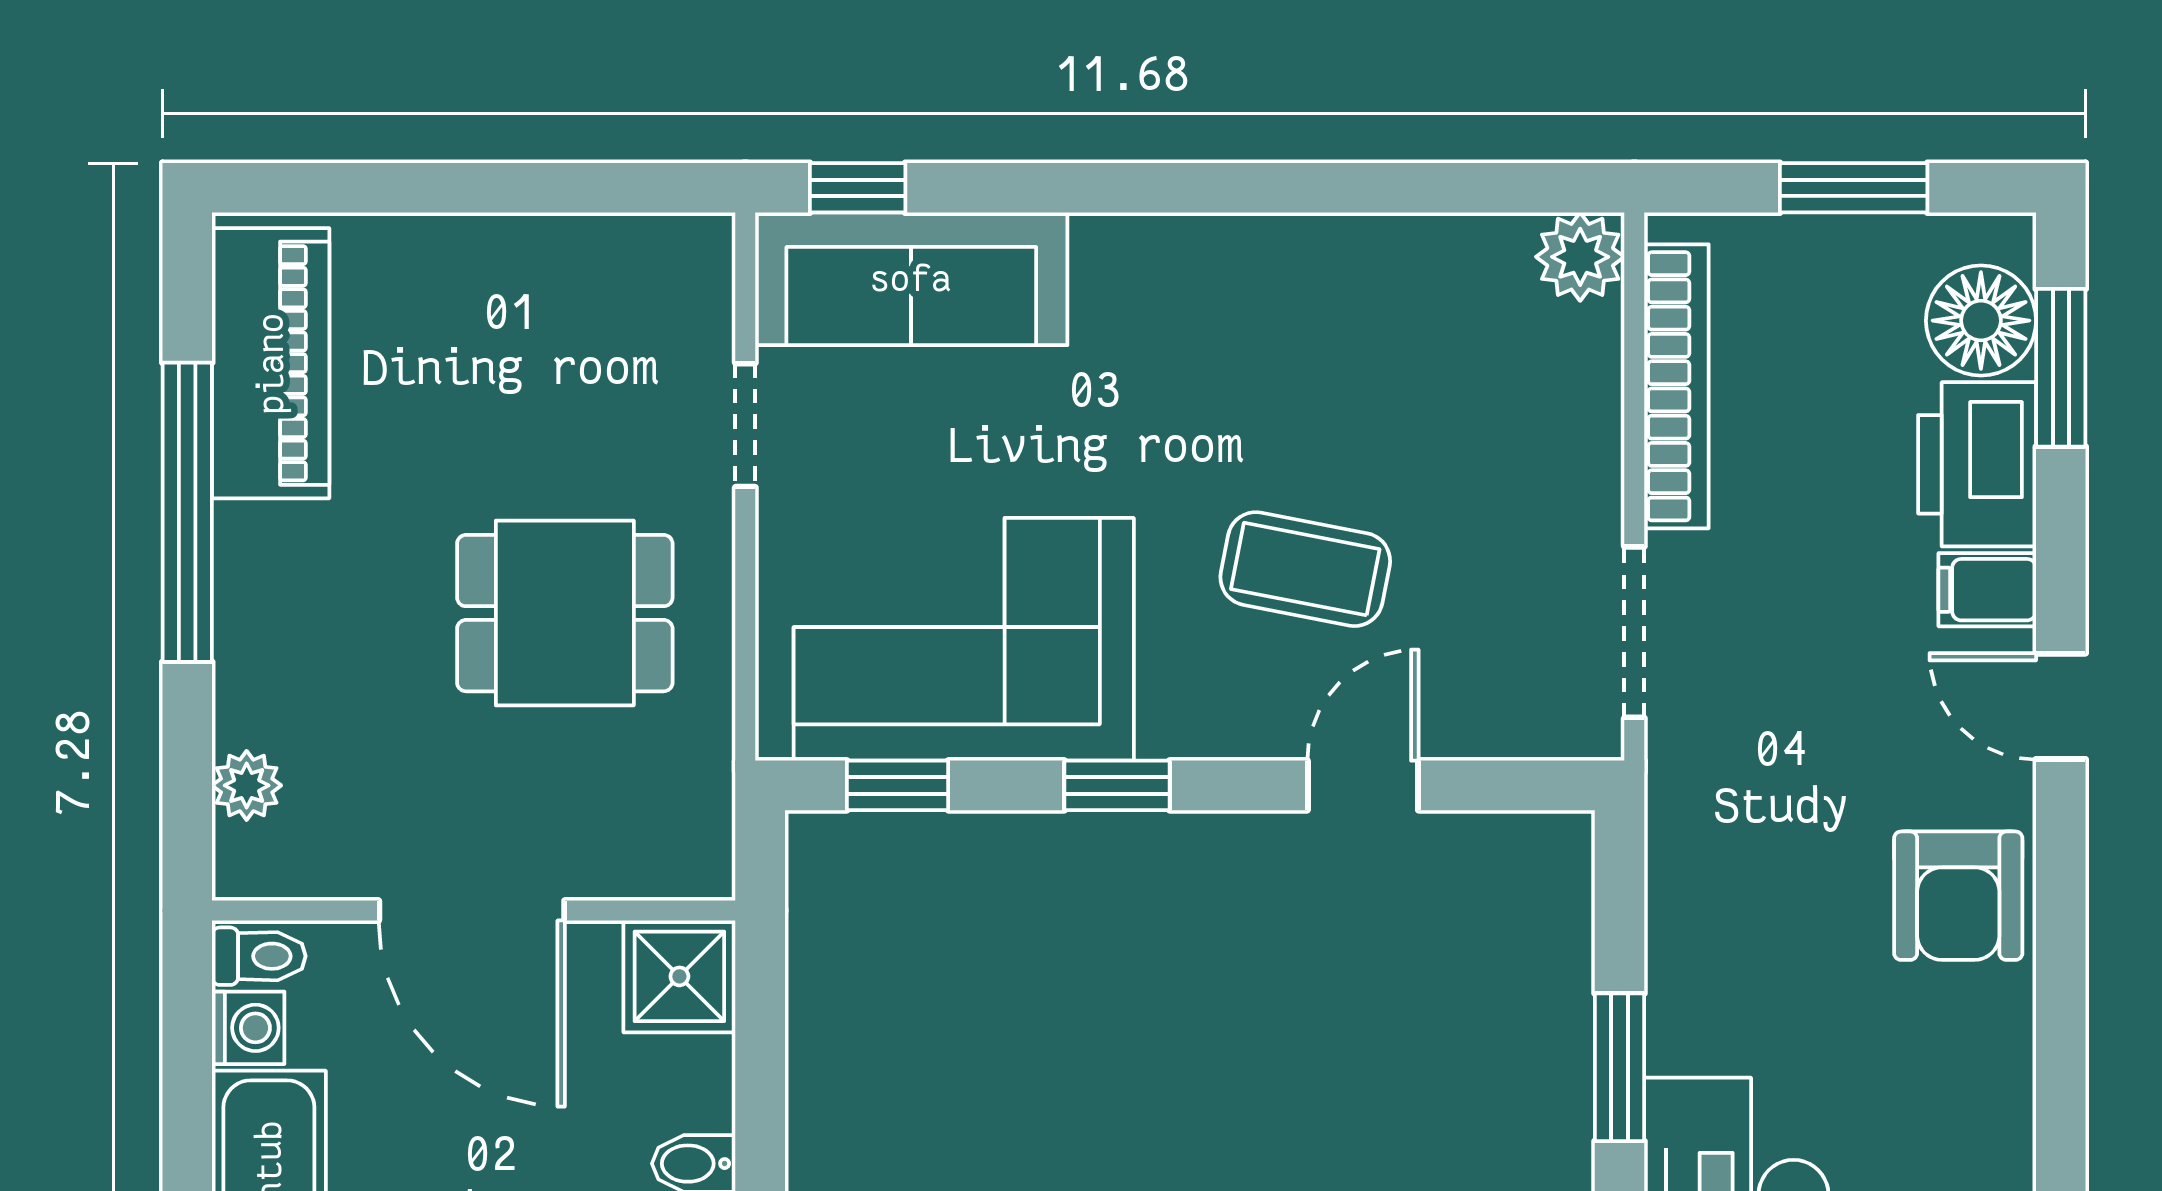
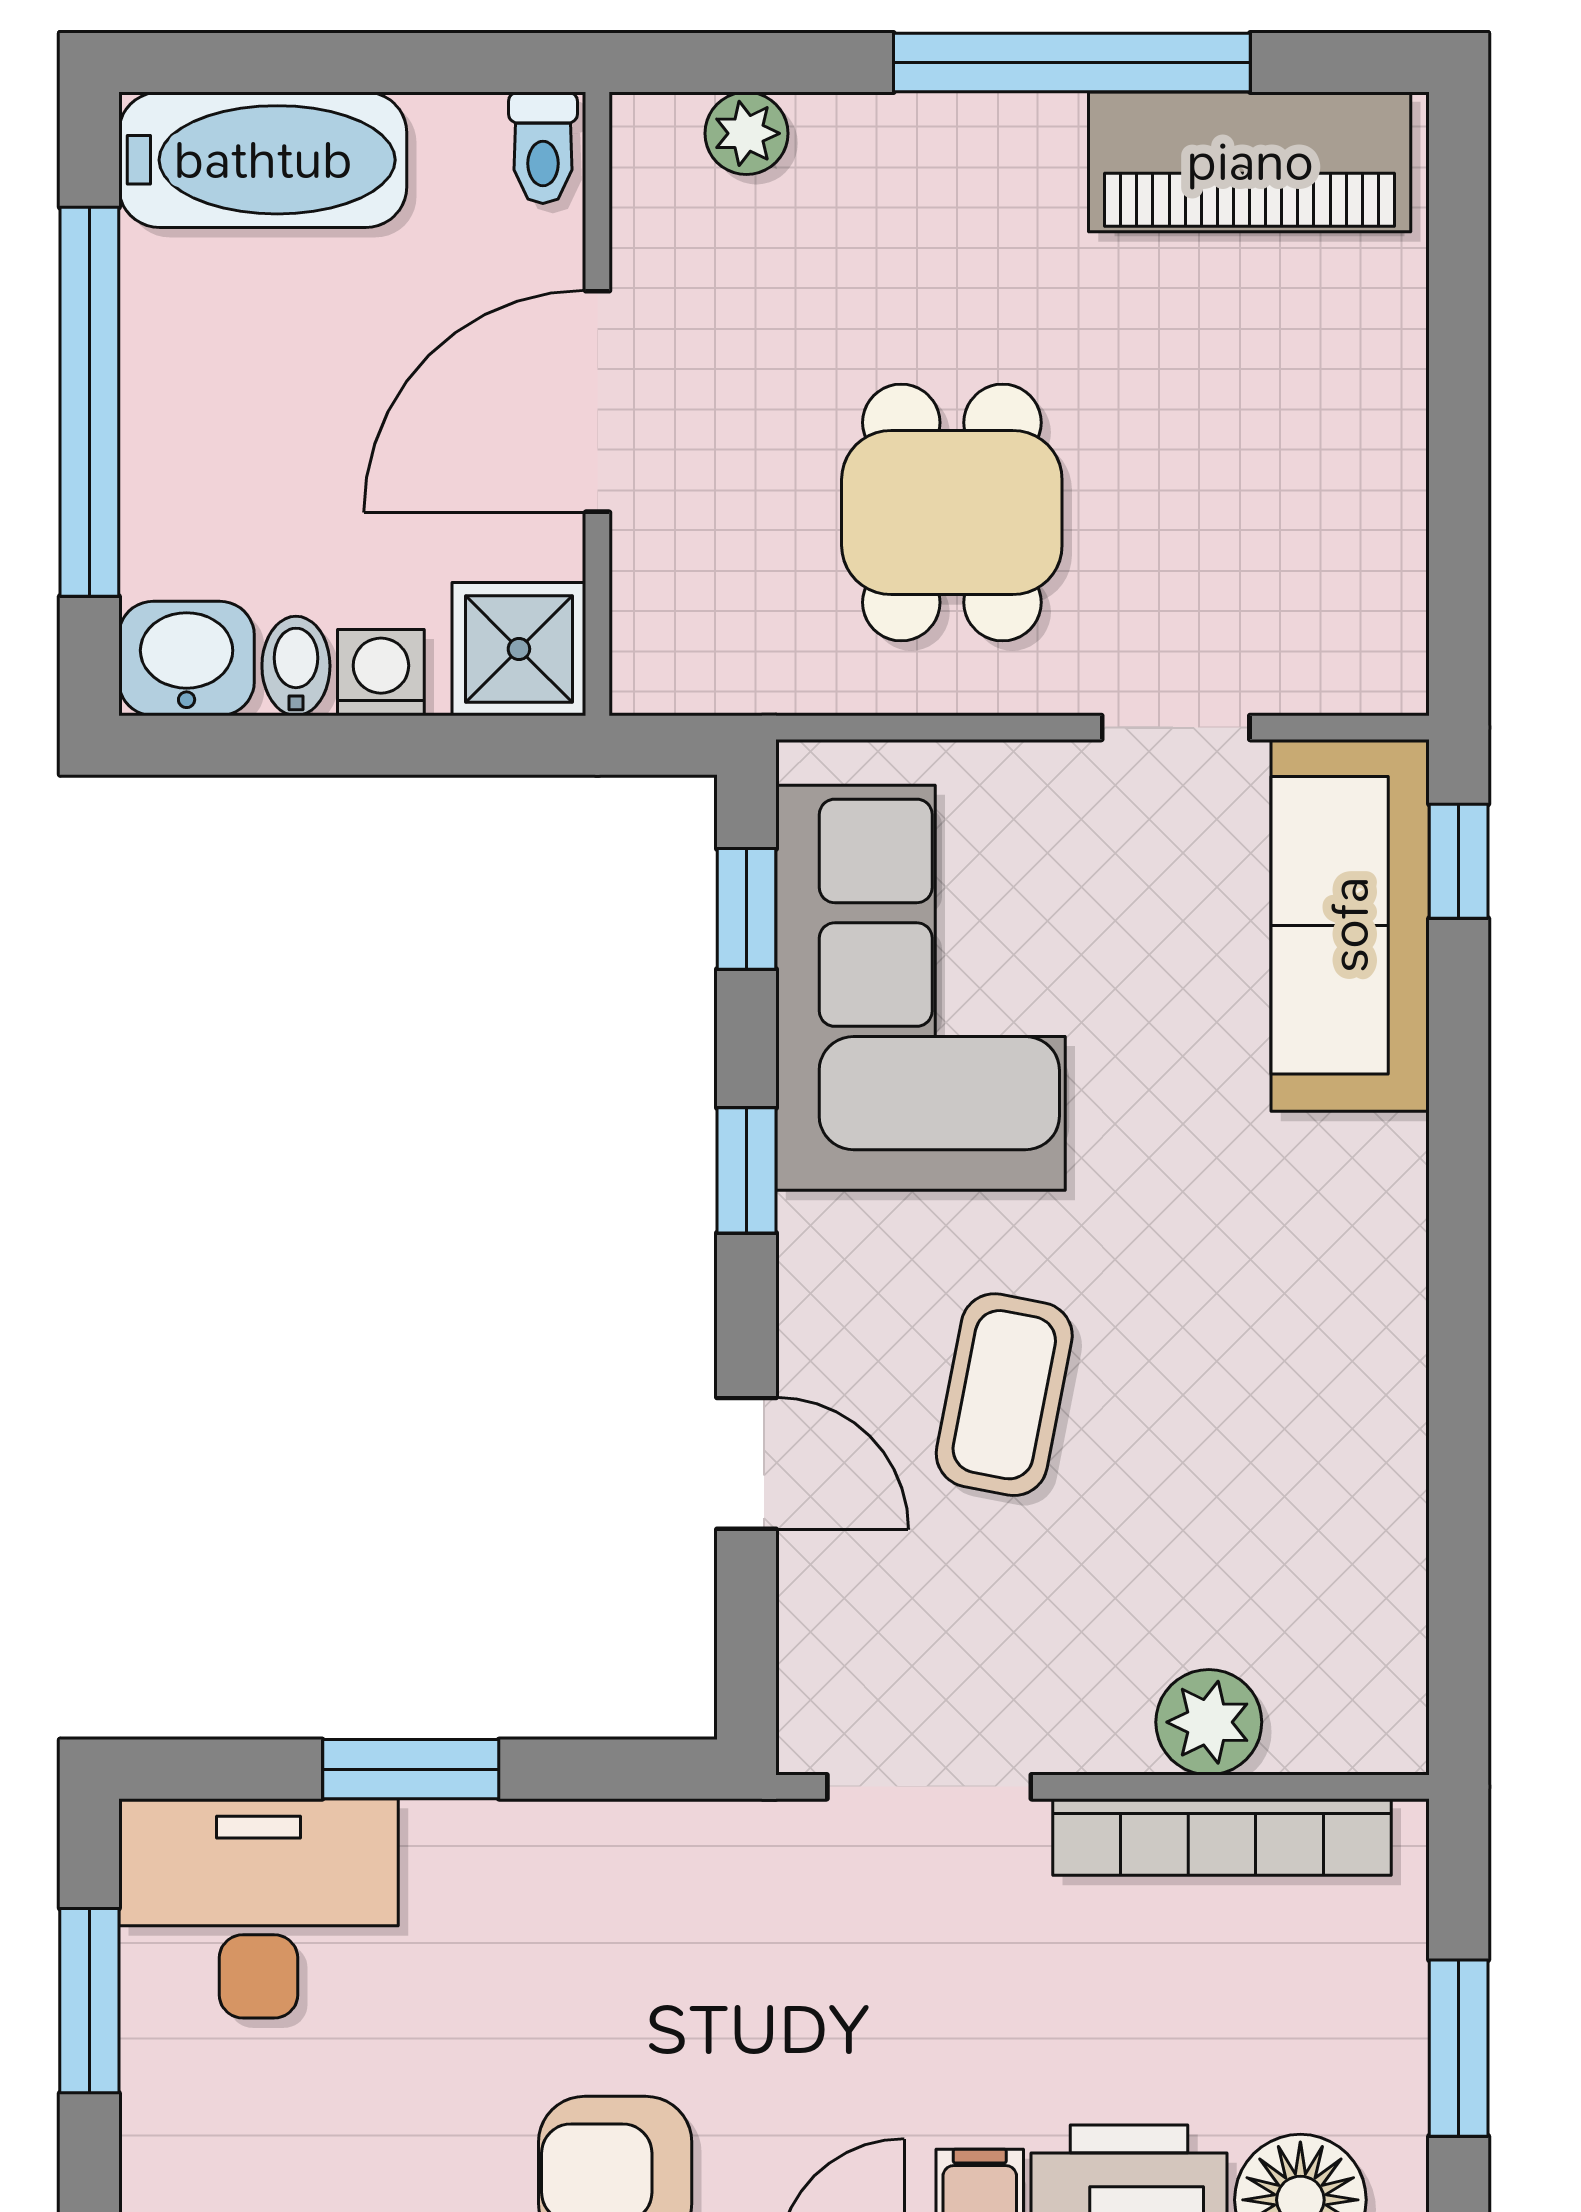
plant: (1580, 257) -> (1209, 1722), moved
washing machine: (248, 1028) -> (381, 673), moved, turned 180

